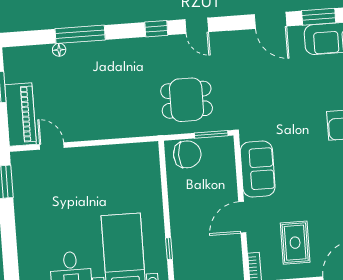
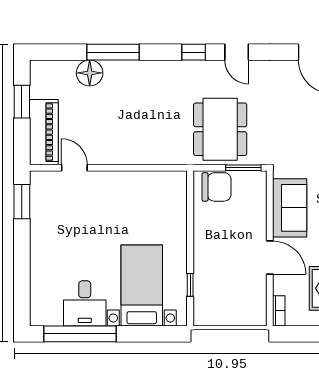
floor lamp: (59, 50) -> (90, 73), width x1.89, depth x1.89
dining table: (187, 100) -> (220, 129), width x1.38
door: (242, 217) -> (270, 258), swing flipped

